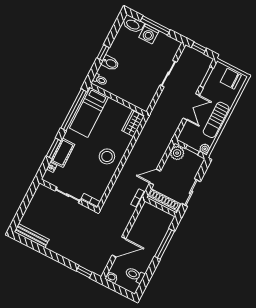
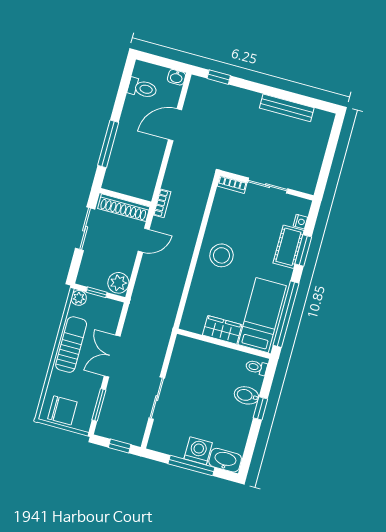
wardrobe: (133, 123) -> (222, 330), moved, turned -90
bench: (32, 236) -> (287, 108), moved

